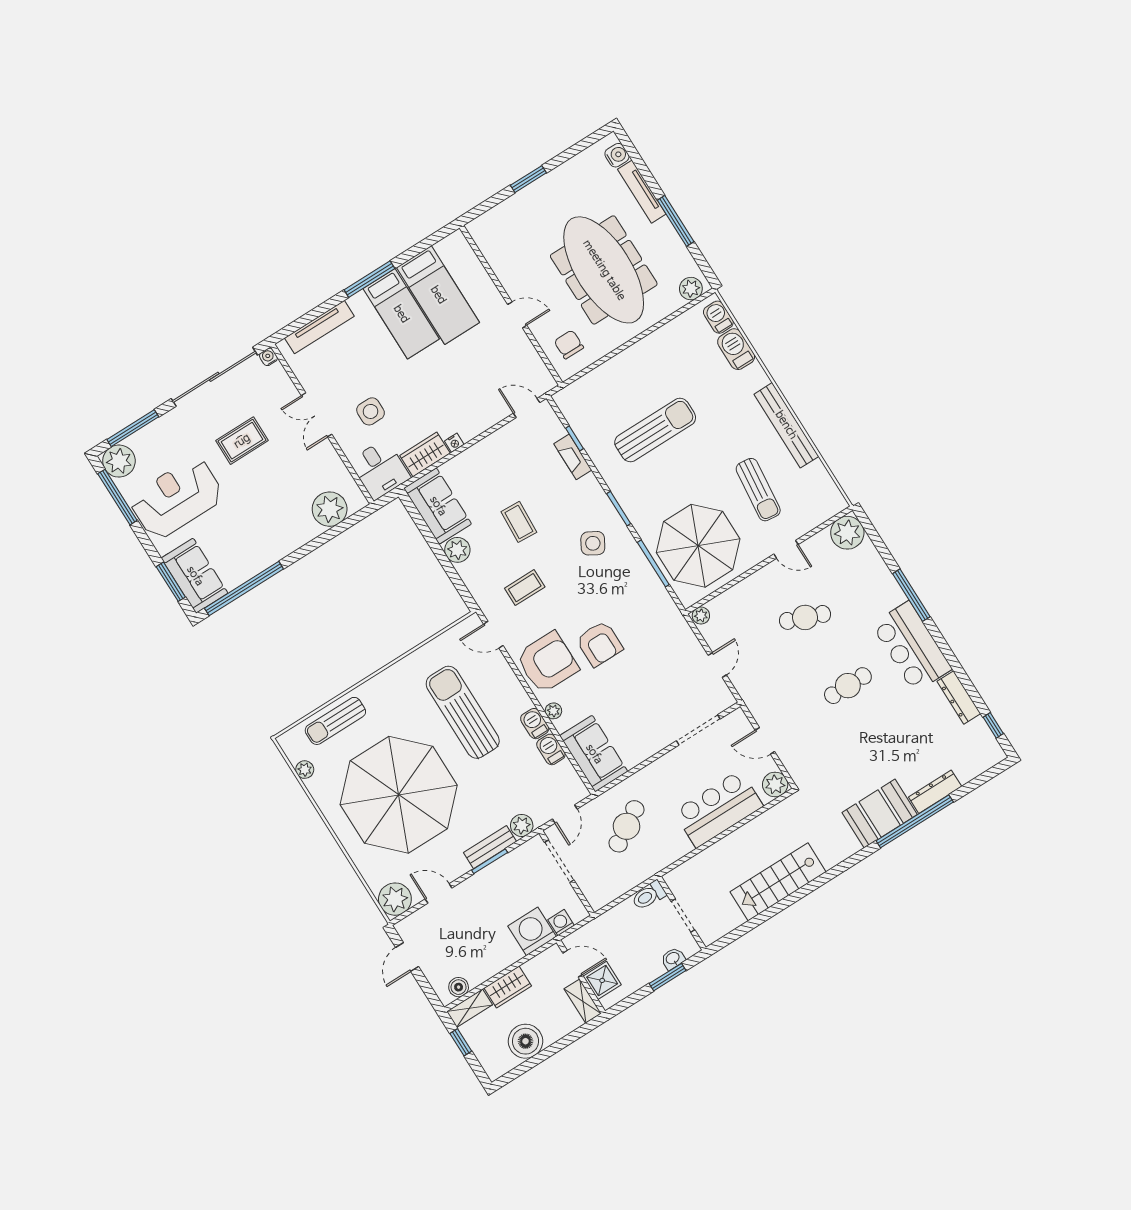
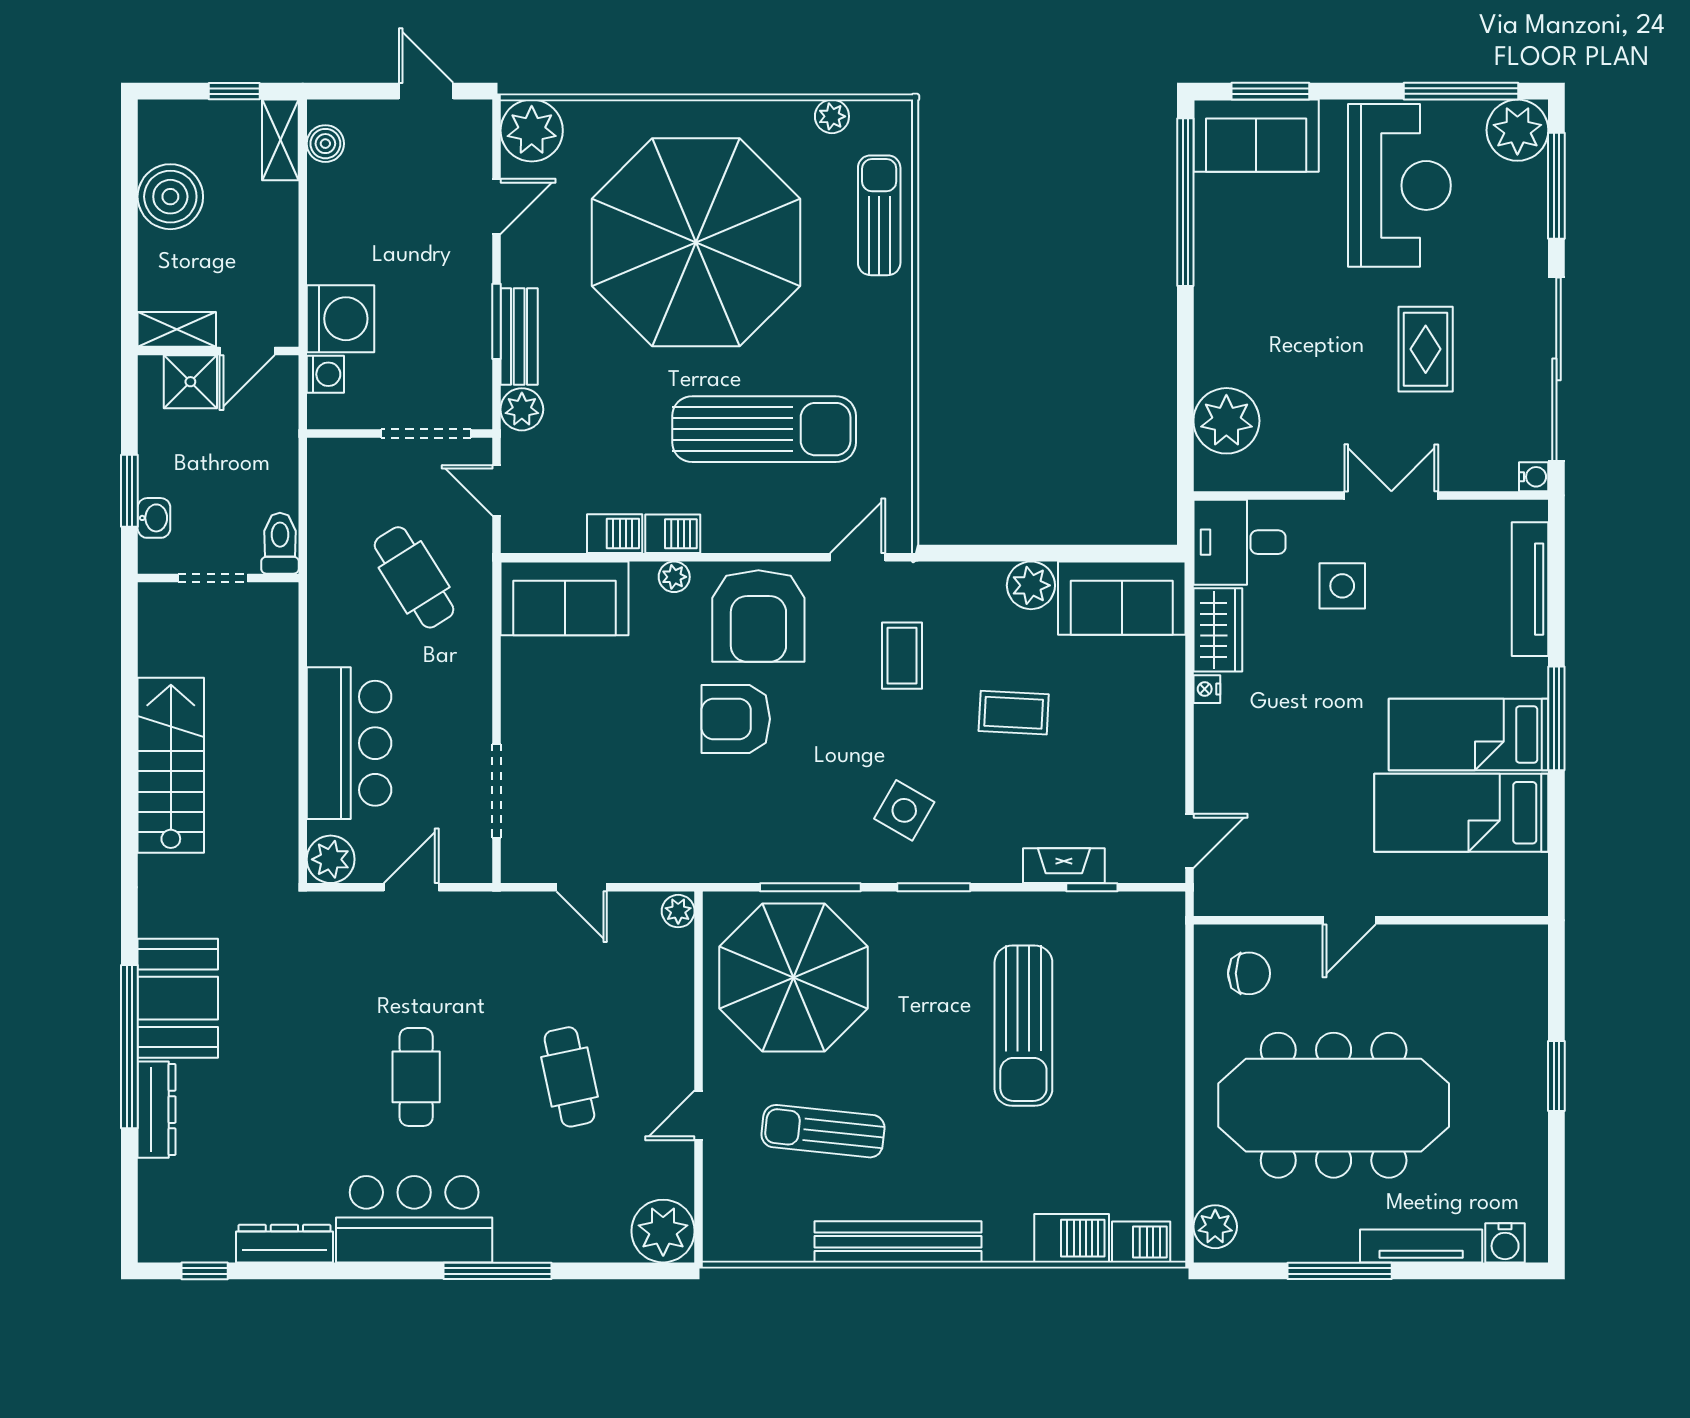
cafe table: (805, 617) -> (569, 1077), turned -33
wardrobe: (508, 987) -> (276, 223), removed

